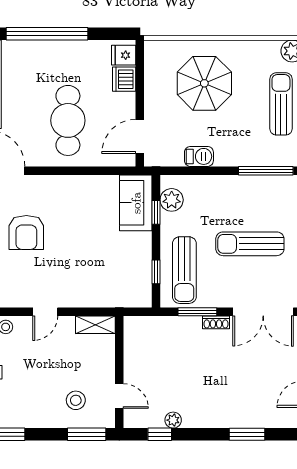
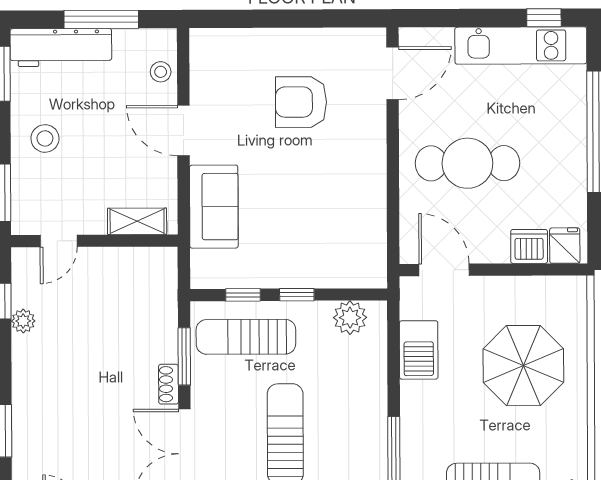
barbecue: (199, 156) -> (419, 350), width x1.38, depth x1.27
sofa: (136, 203) -> (214, 207), moved, turned 90
window: (156, 212) -> (297, 295), moved
door: (45, 312) -> (183, 130), width x1.37
shelving: (95, 325) -> (137, 221), moved, turned 90
stool: (76, 400) -> (45, 138), moved

